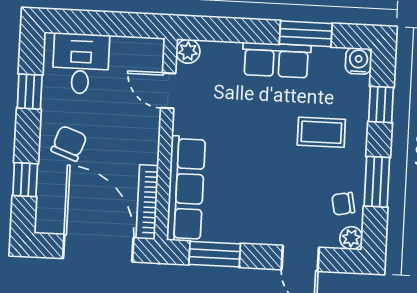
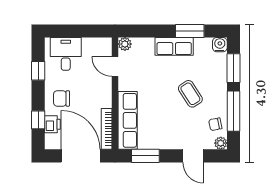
window: (381, 104) -> (233, 68), width x1.50
coffee table: (321, 132) -> (190, 94), moved, turned 57
chair: (69, 143) -> (61, 98), turned -110
window: (377, 182) -> (233, 111), width x1.44
printer: (50, 189) -> (52, 124), added

